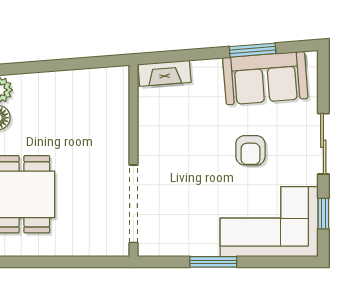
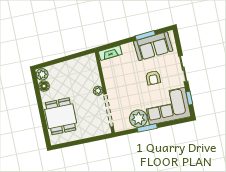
plant: (119, 154) -> (98, 91), added
plant: (198, 236) -> (138, 119), added

